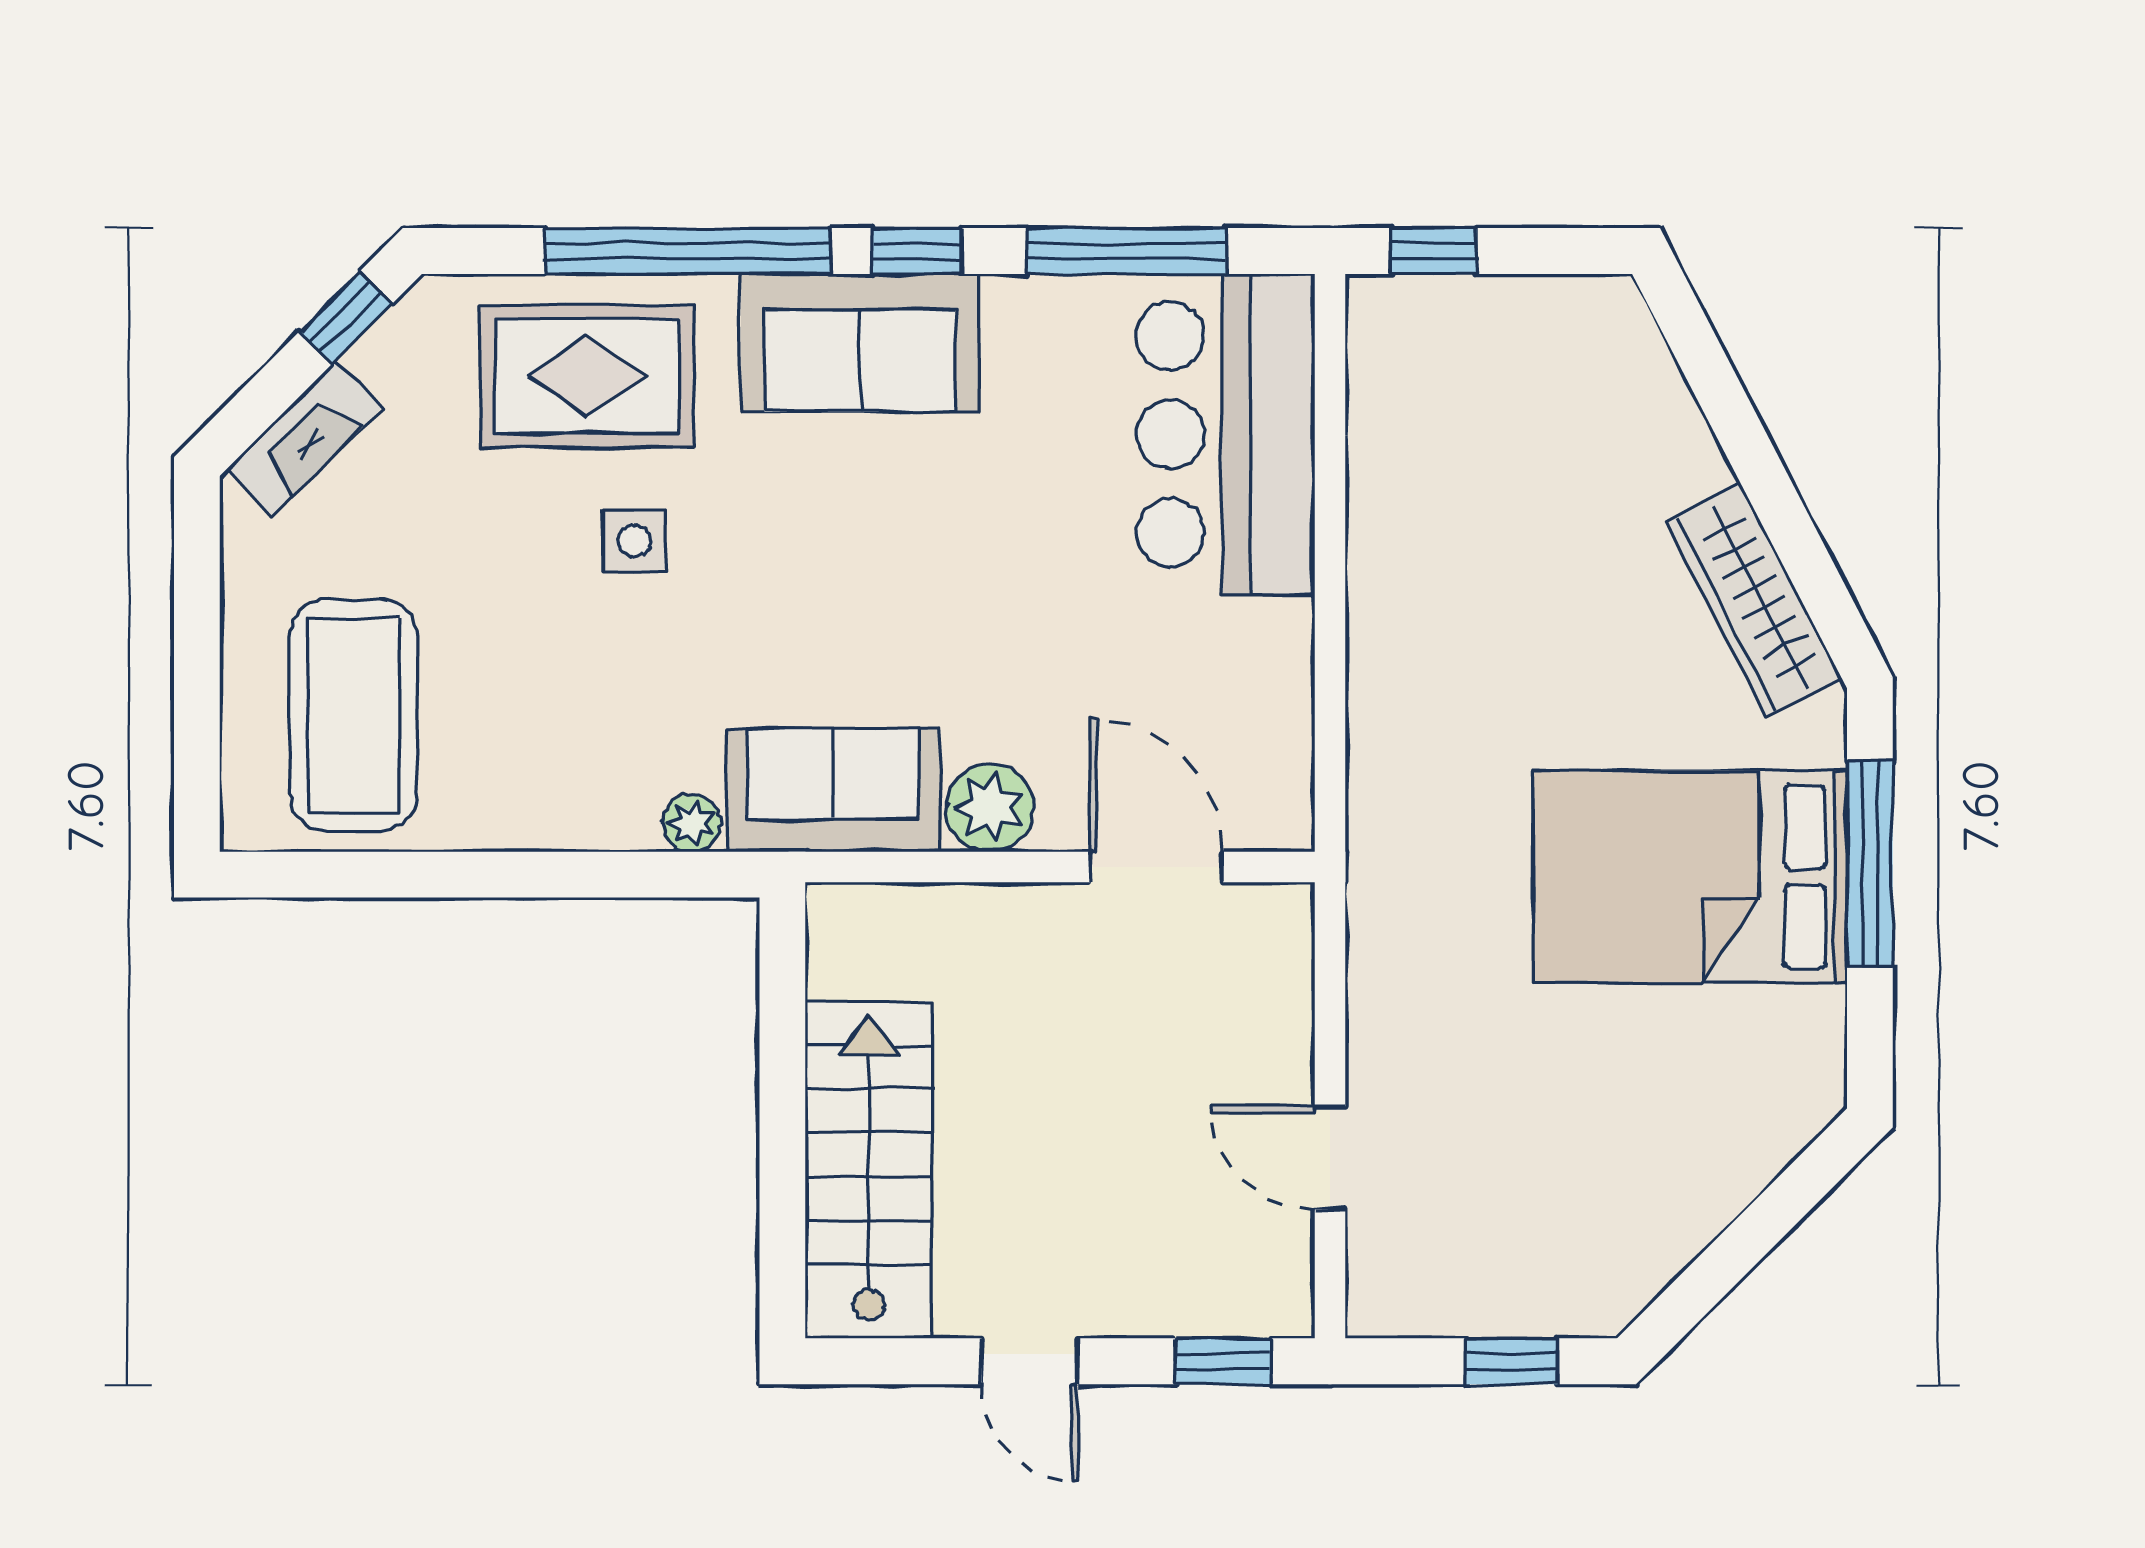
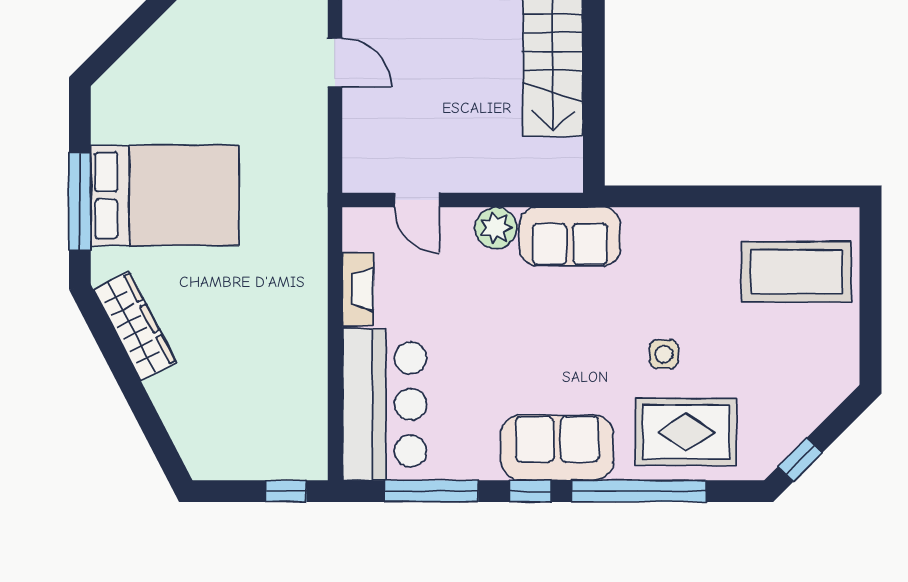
fireplace: (304, 438) -> (358, 289), moved, turned 135
coffee table: (354, 715) -> (796, 272), turned 90
plant: (691, 823) -> (637, 221), removed
door: (1157, 867) -> (417, 200), width x0.73

